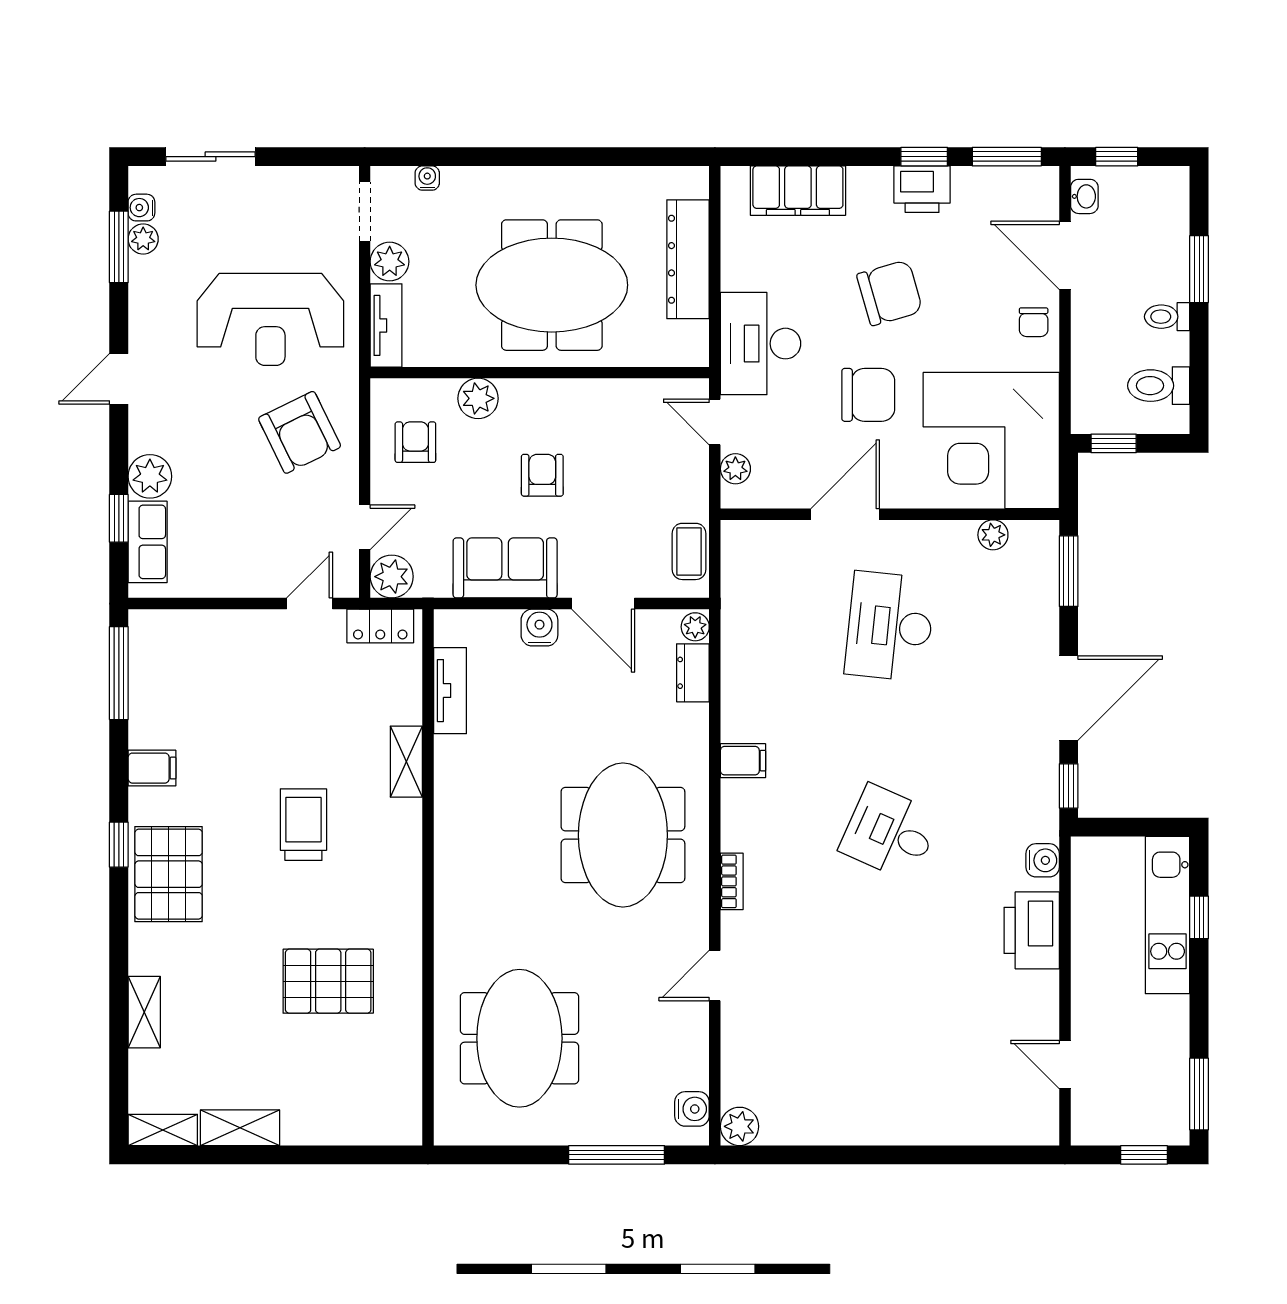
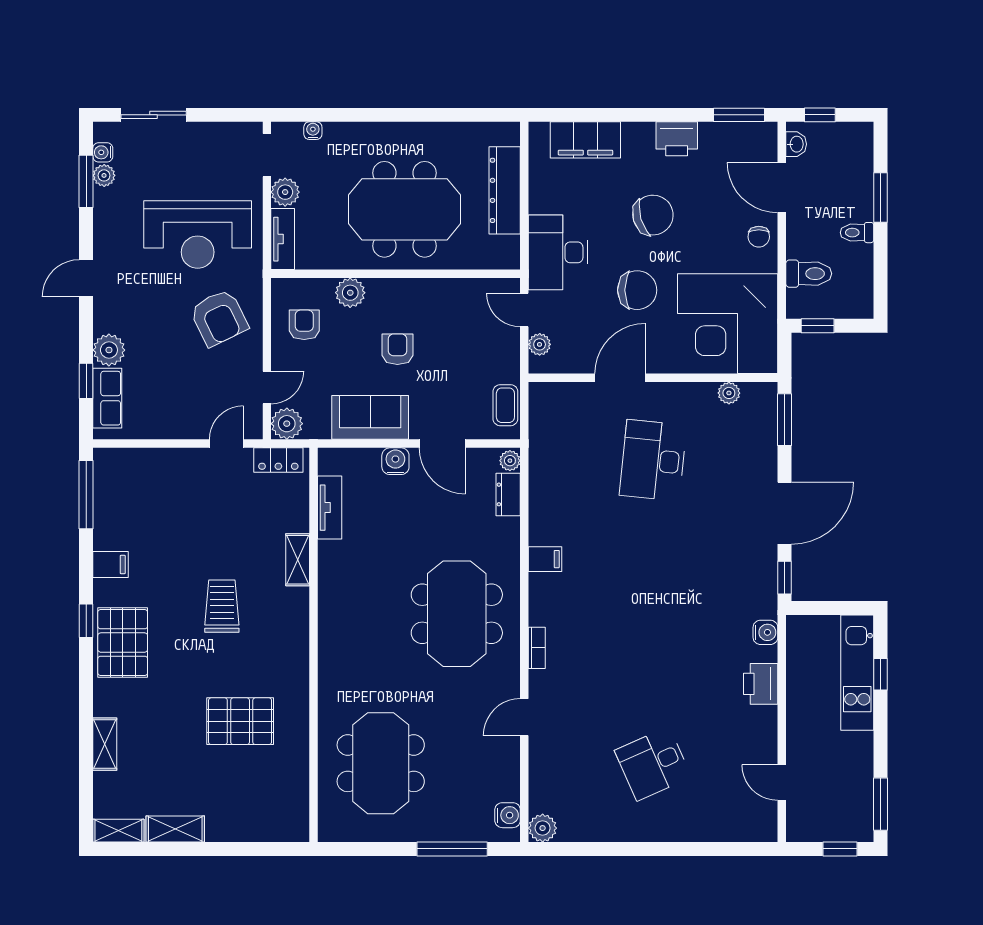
window: (924, 157) -> (678, 115), removed
toilet: (1159, 386) -> (809, 274), moved, turned 180
desk: (890, 833) -> (653, 764), moved, turned -48
printer: (1032, 930) -> (761, 684), width x0.73, depth x0.84

